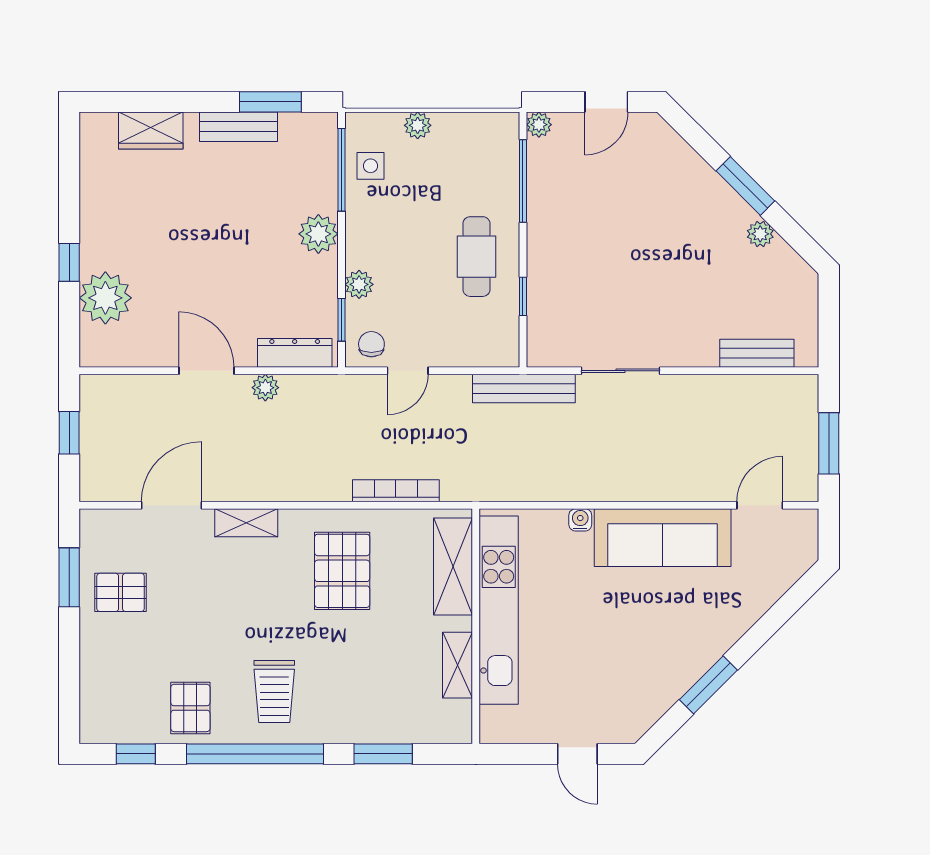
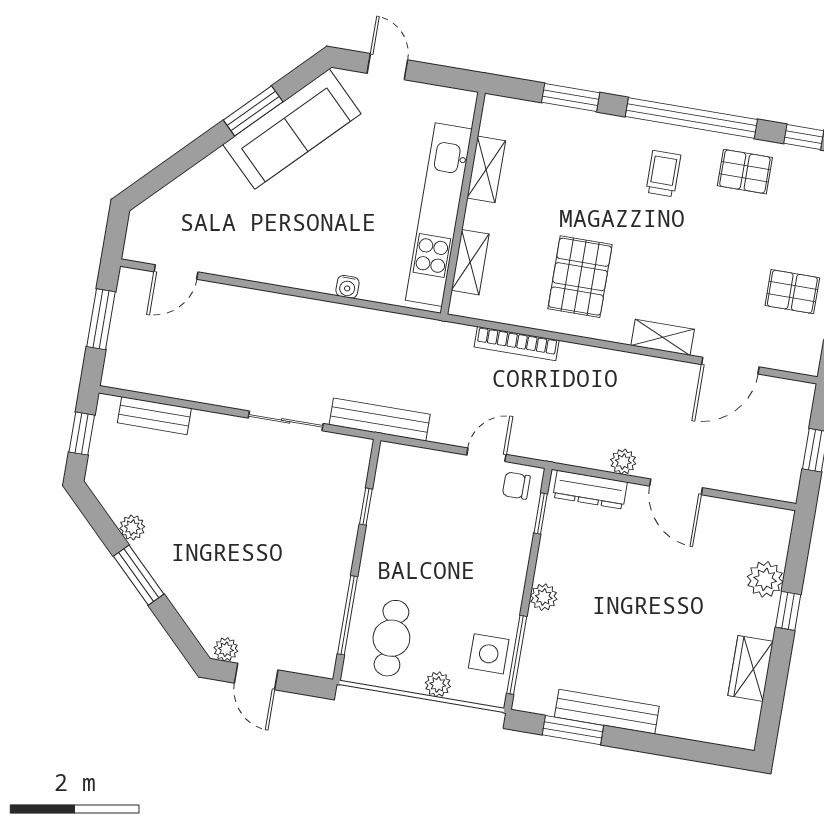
door: (606, 102) -> (256, 677), swing flipped
plant: (539, 125) -> (226, 649), moved
bench: (239, 127) -> (607, 712), width x1.36
wardrobe: (151, 130) -> (751, 668), moved, turned -90
side table: (371, 166) -> (489, 654), width x1.37, depth x1.37
plant: (318, 234) -> (544, 597), width x0.73, depth x0.73
cafe table: (476, 257) -> (391, 638), moved
plant: (359, 284) -> (518, 544), removed
plant: (105, 298) -> (765, 579), width x0.73, depth x0.73
window: (829, 322) -> (82, 434), added
chair: (371, 344) -> (516, 486), turned 90
sofa: (663, 538) -> (292, 129), moved, turned 135
shelving: (453, 567) -> (470, 262), width x0.67, depth x0.75
trolley: (274, 692) -> (663, 174), width x0.73, depth x0.72
pallet: (190, 708) -> (745, 172), turned 90

